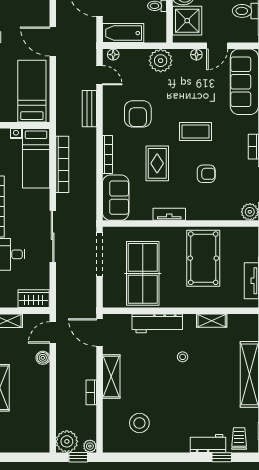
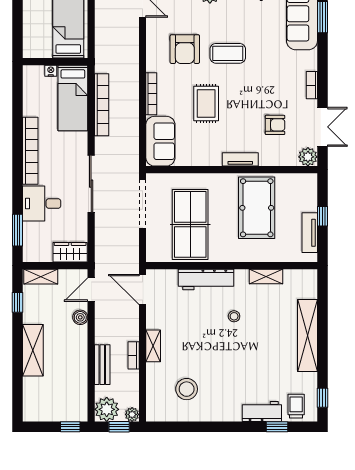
bench: (89, 109) -> (102, 365), moved
coffee table: (196, 132) -> (228, 53), moved
armchair: (206, 174) -> (275, 125), moved
tv unit: (169, 214) -> (240, 159), moved
shelving: (111, 377) -> (153, 346), width x0.67, depth x0.75
window: (34, 457) -> (70, 427), added

